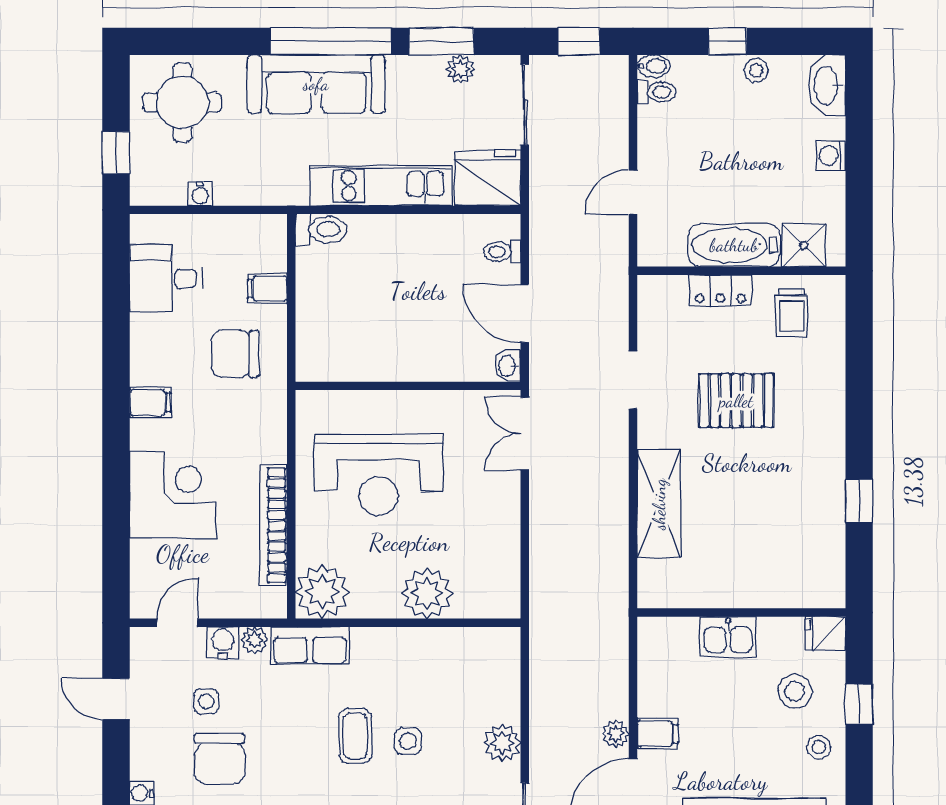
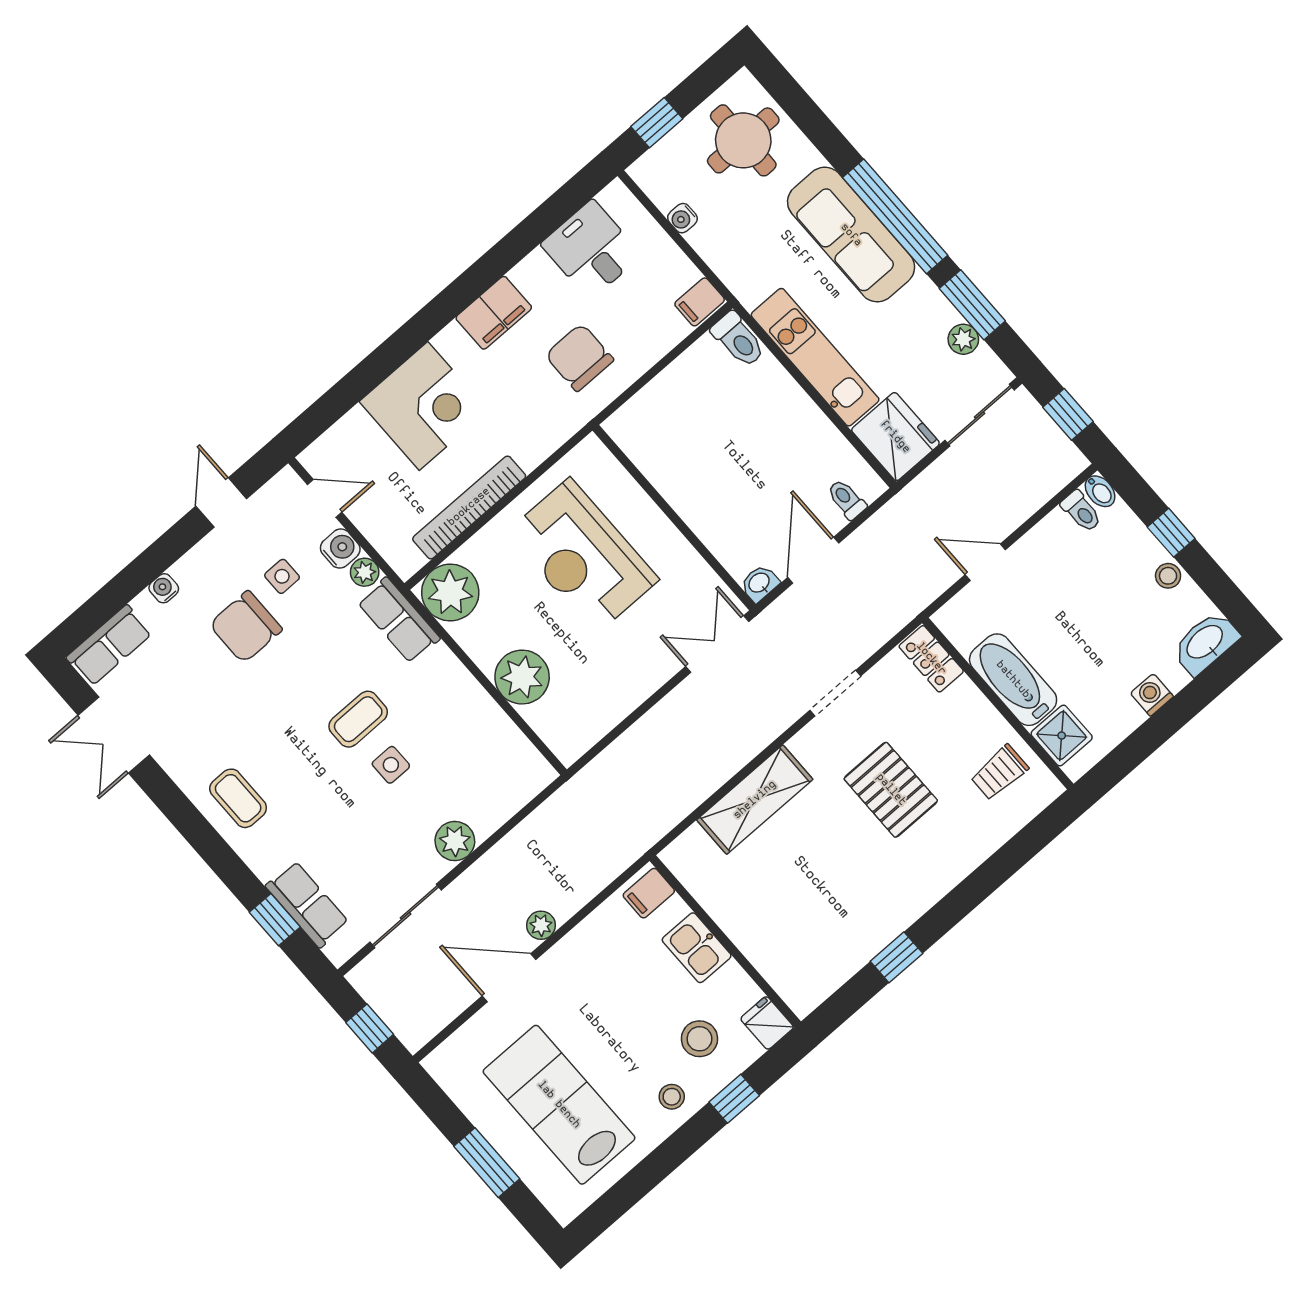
filing cabinet: (267, 289) -> (700, 302), moved, turned -90
locker: (720, 291) -> (931, 659), moved
filing cabinet: (150, 402) -> (494, 313), width x2.00
filing cabinet: (658, 734) -> (649, 893), moved, turned 90

